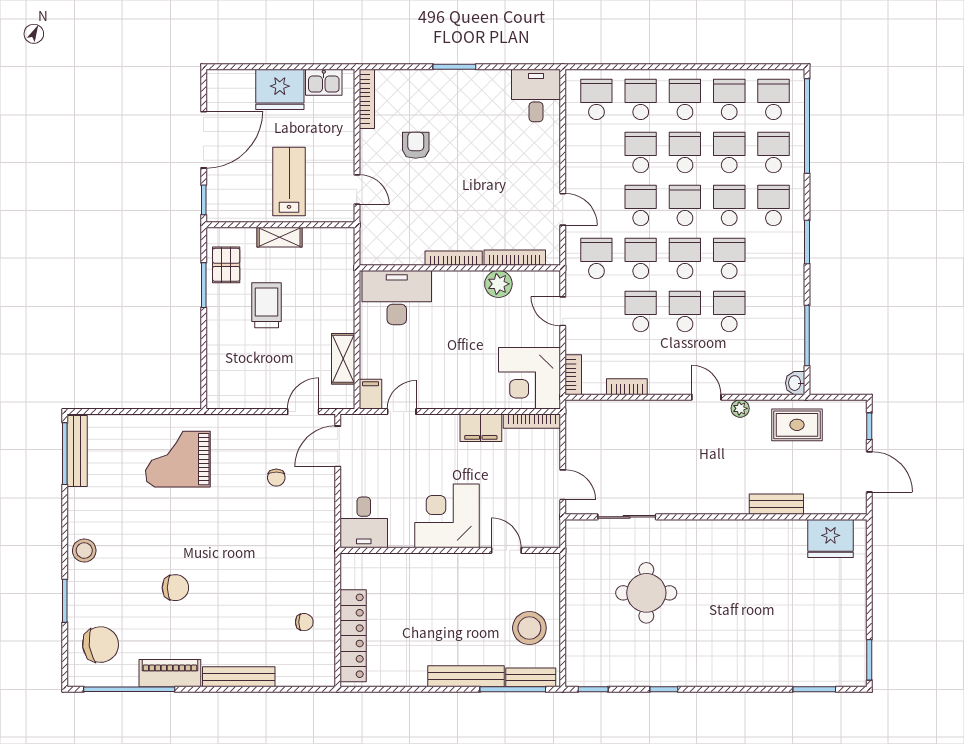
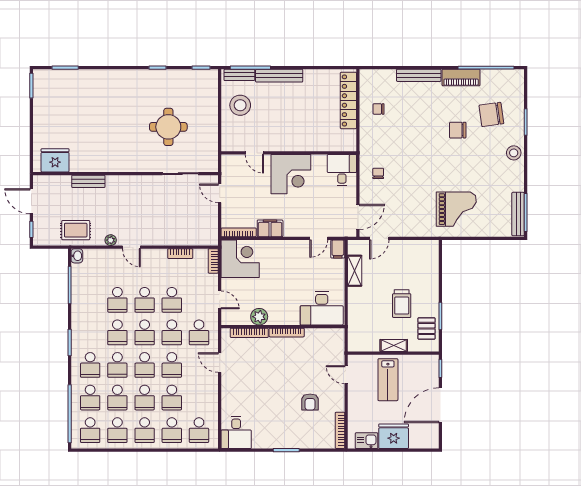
chair: (276, 478) -> (378, 173), moved
chair: (101, 645) -> (491, 114), moved

